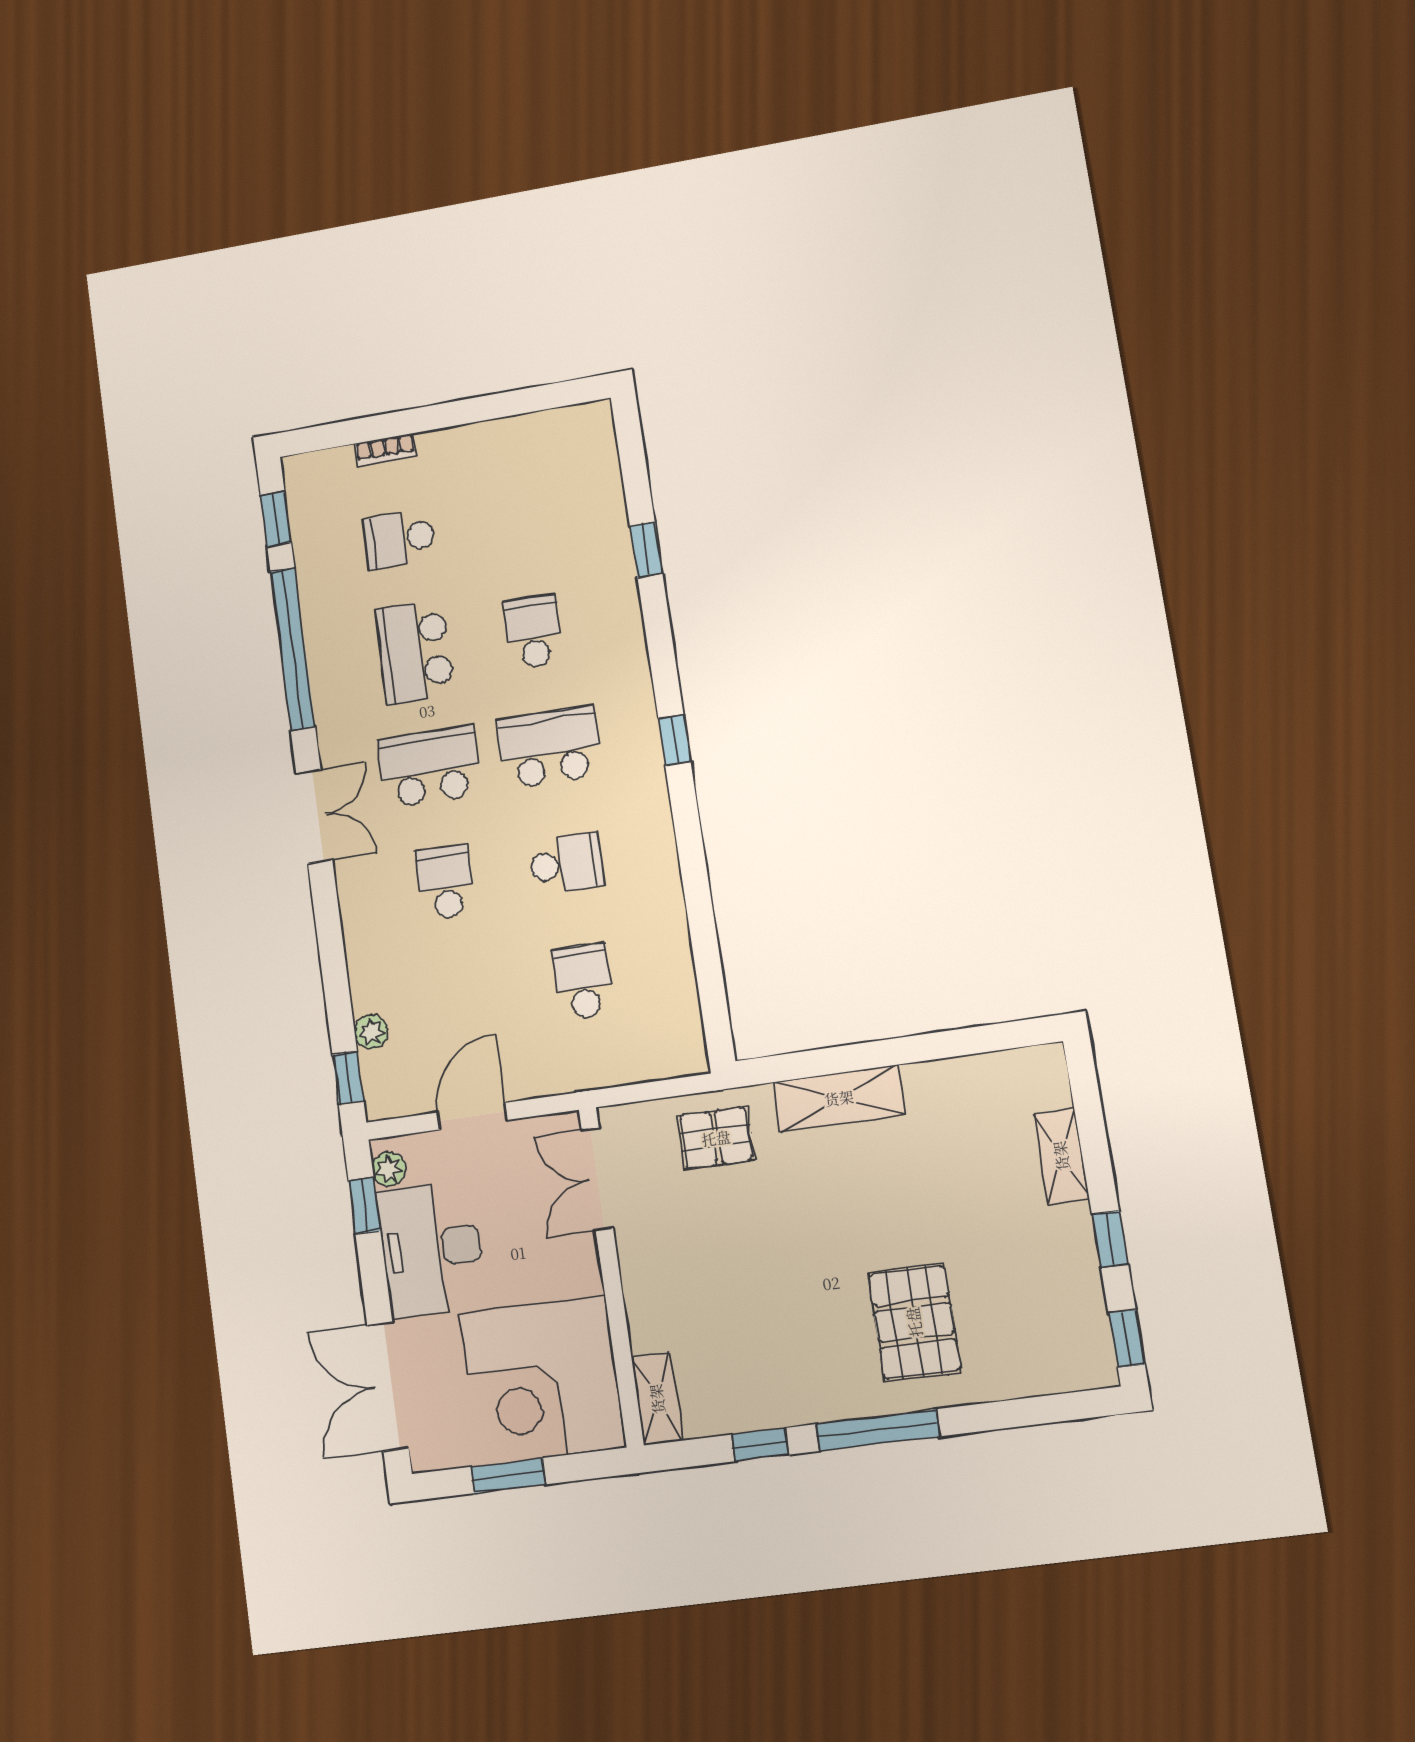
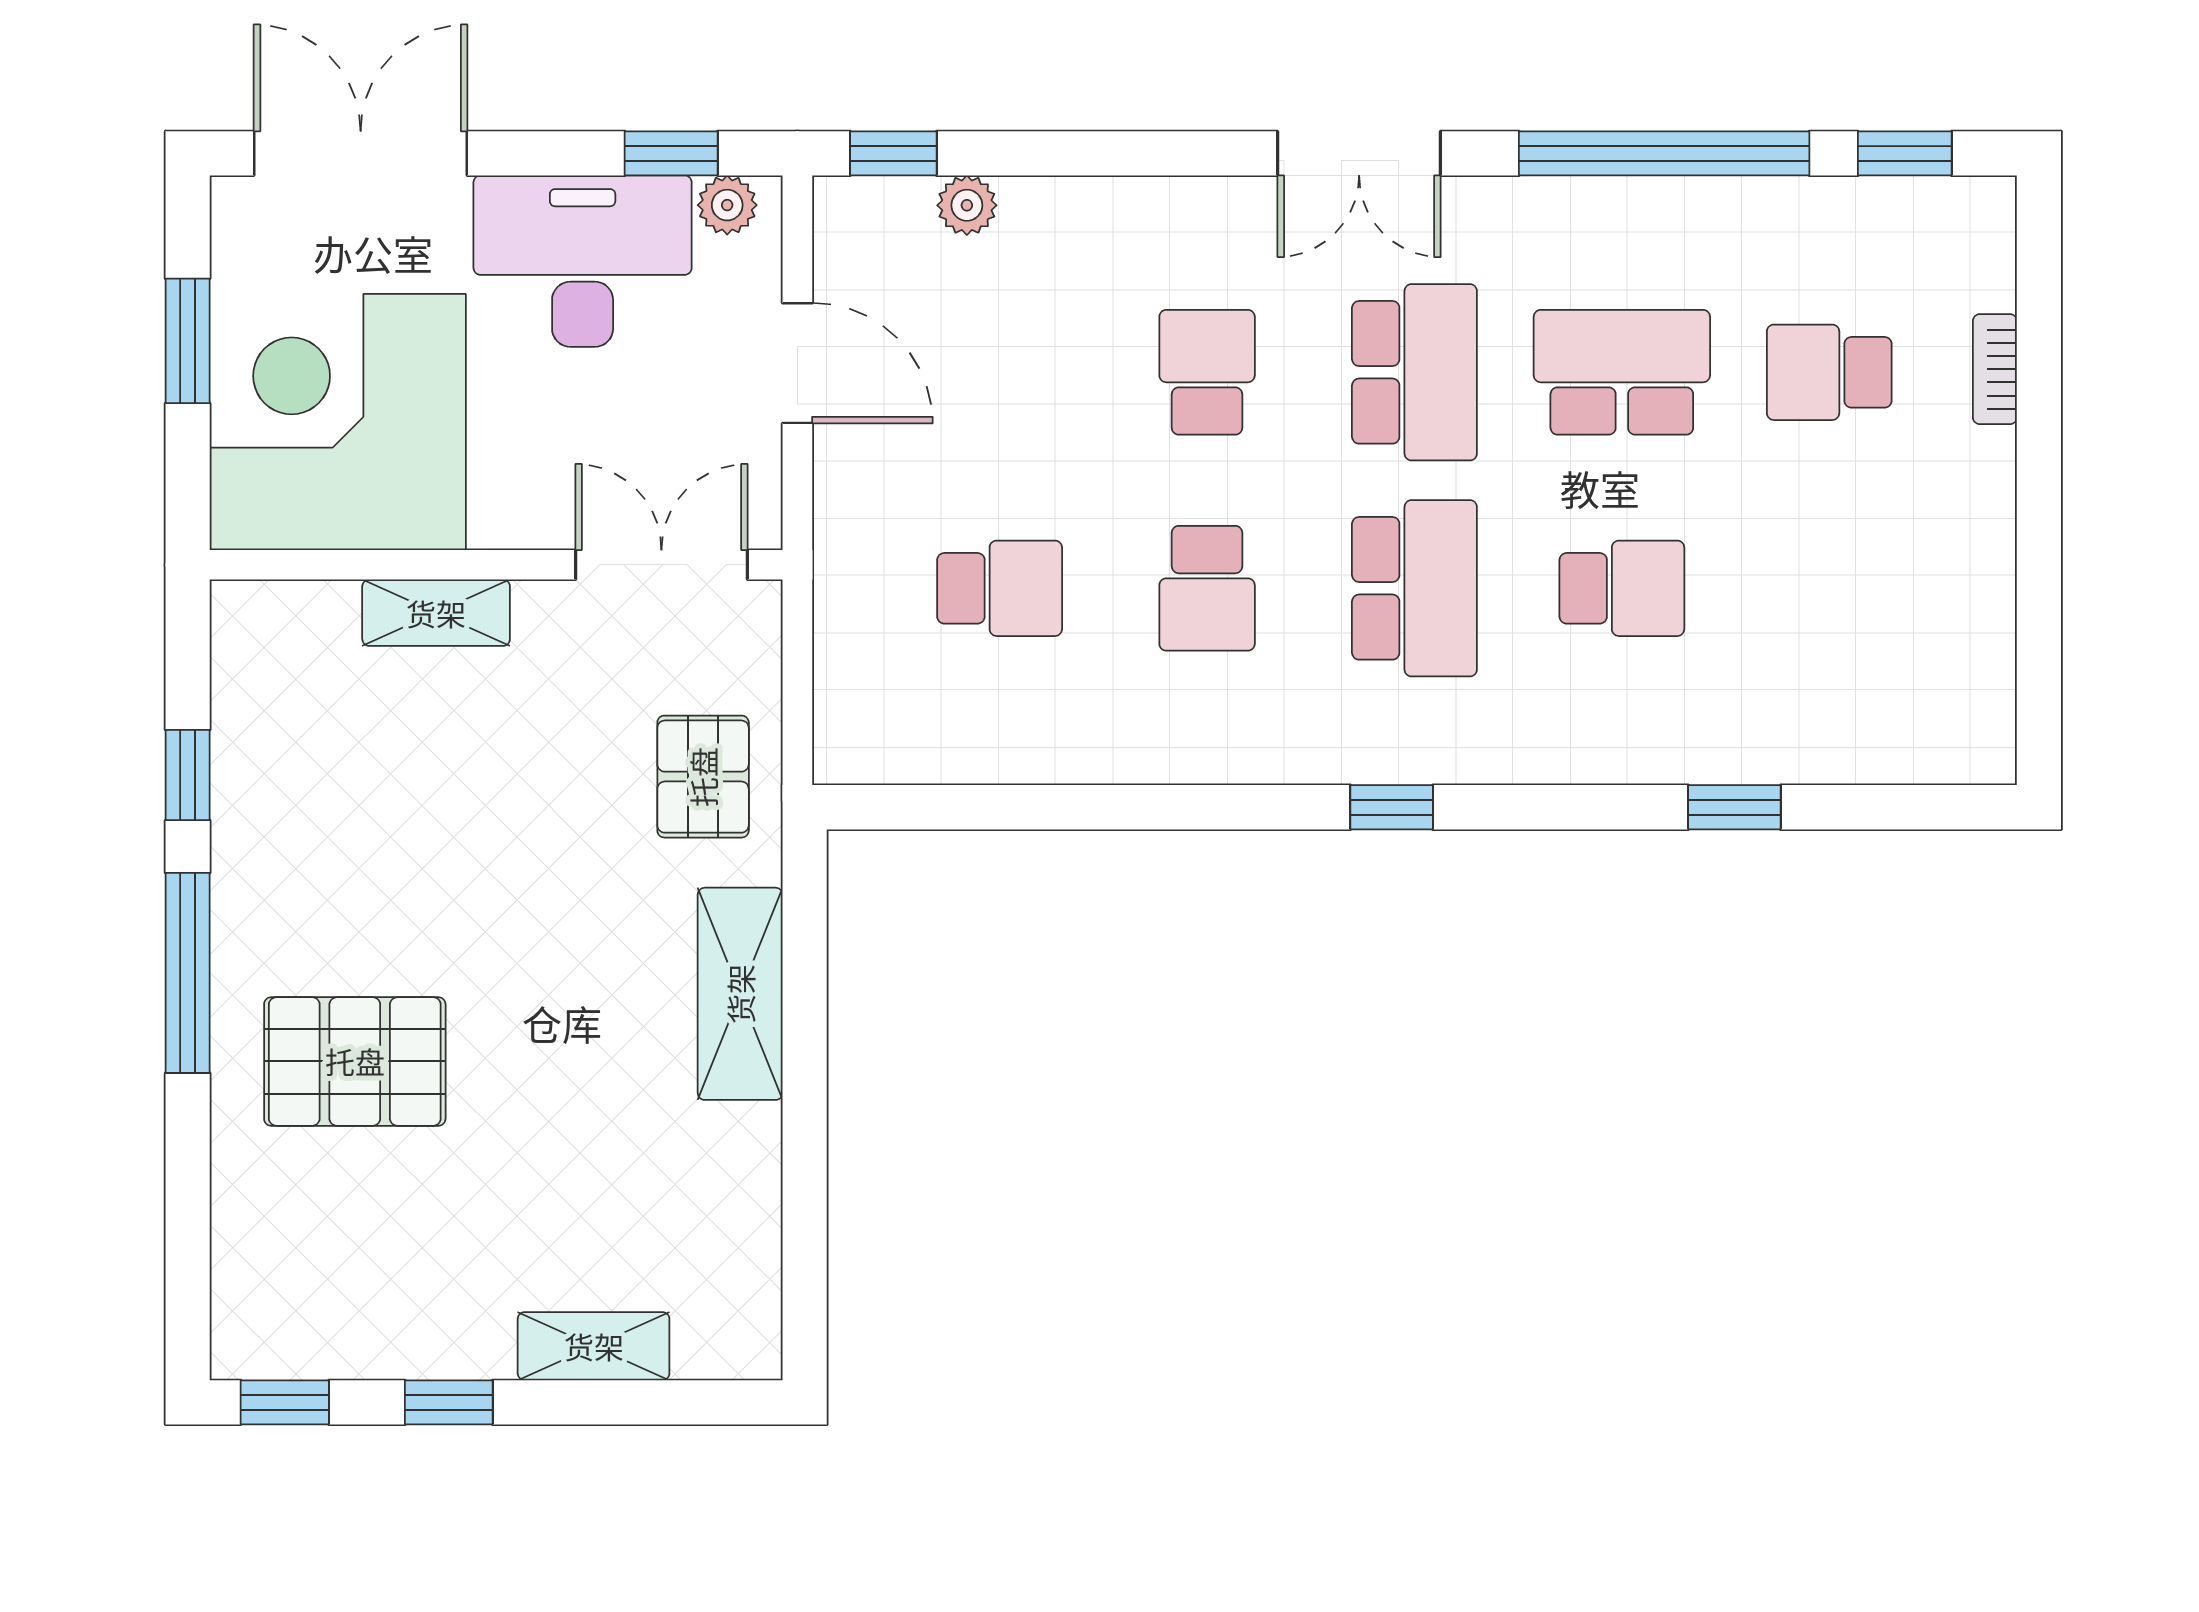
school desk: (399, 539) -> (1829, 372), turned -90
school desk: (446, 882) -> (1207, 372), turned -90
shelving: (657, 1399) -> (436, 613), moved

